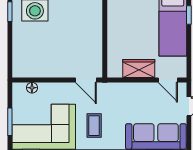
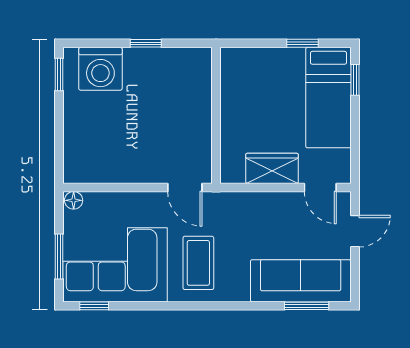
floor lamp: (32, 88) -> (74, 200), moved
coffee table: (94, 126) -> (198, 263), width x1.36, depth x1.30

